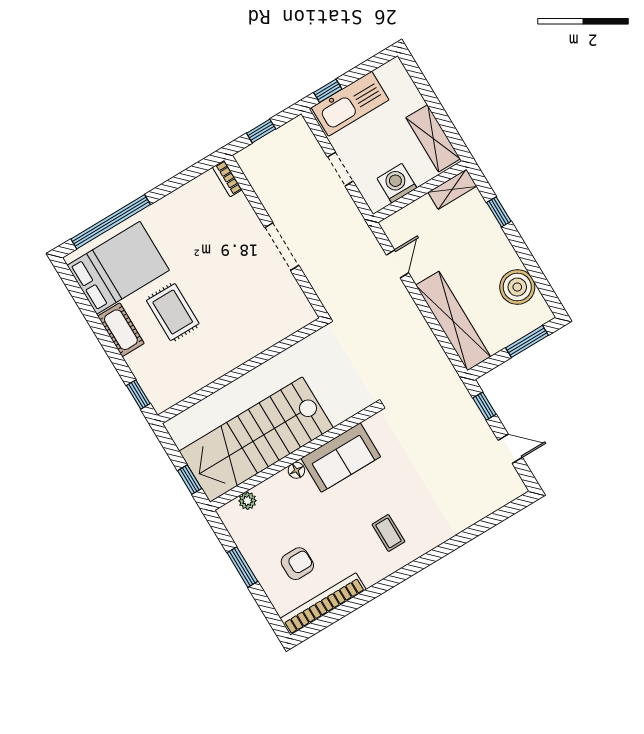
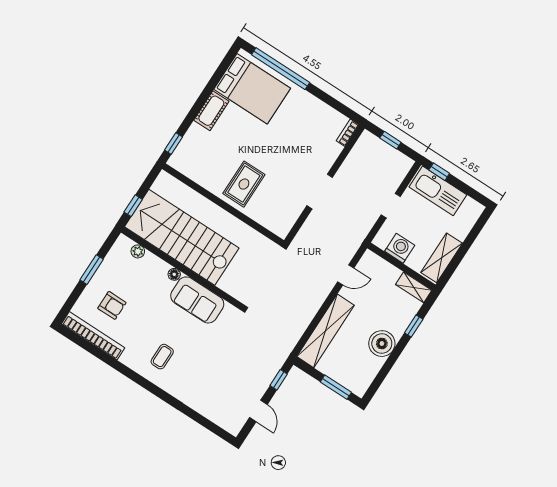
boiler: (517, 287) -> (382, 344), moved
rug: (173, 312) -> (244, 184), moved

